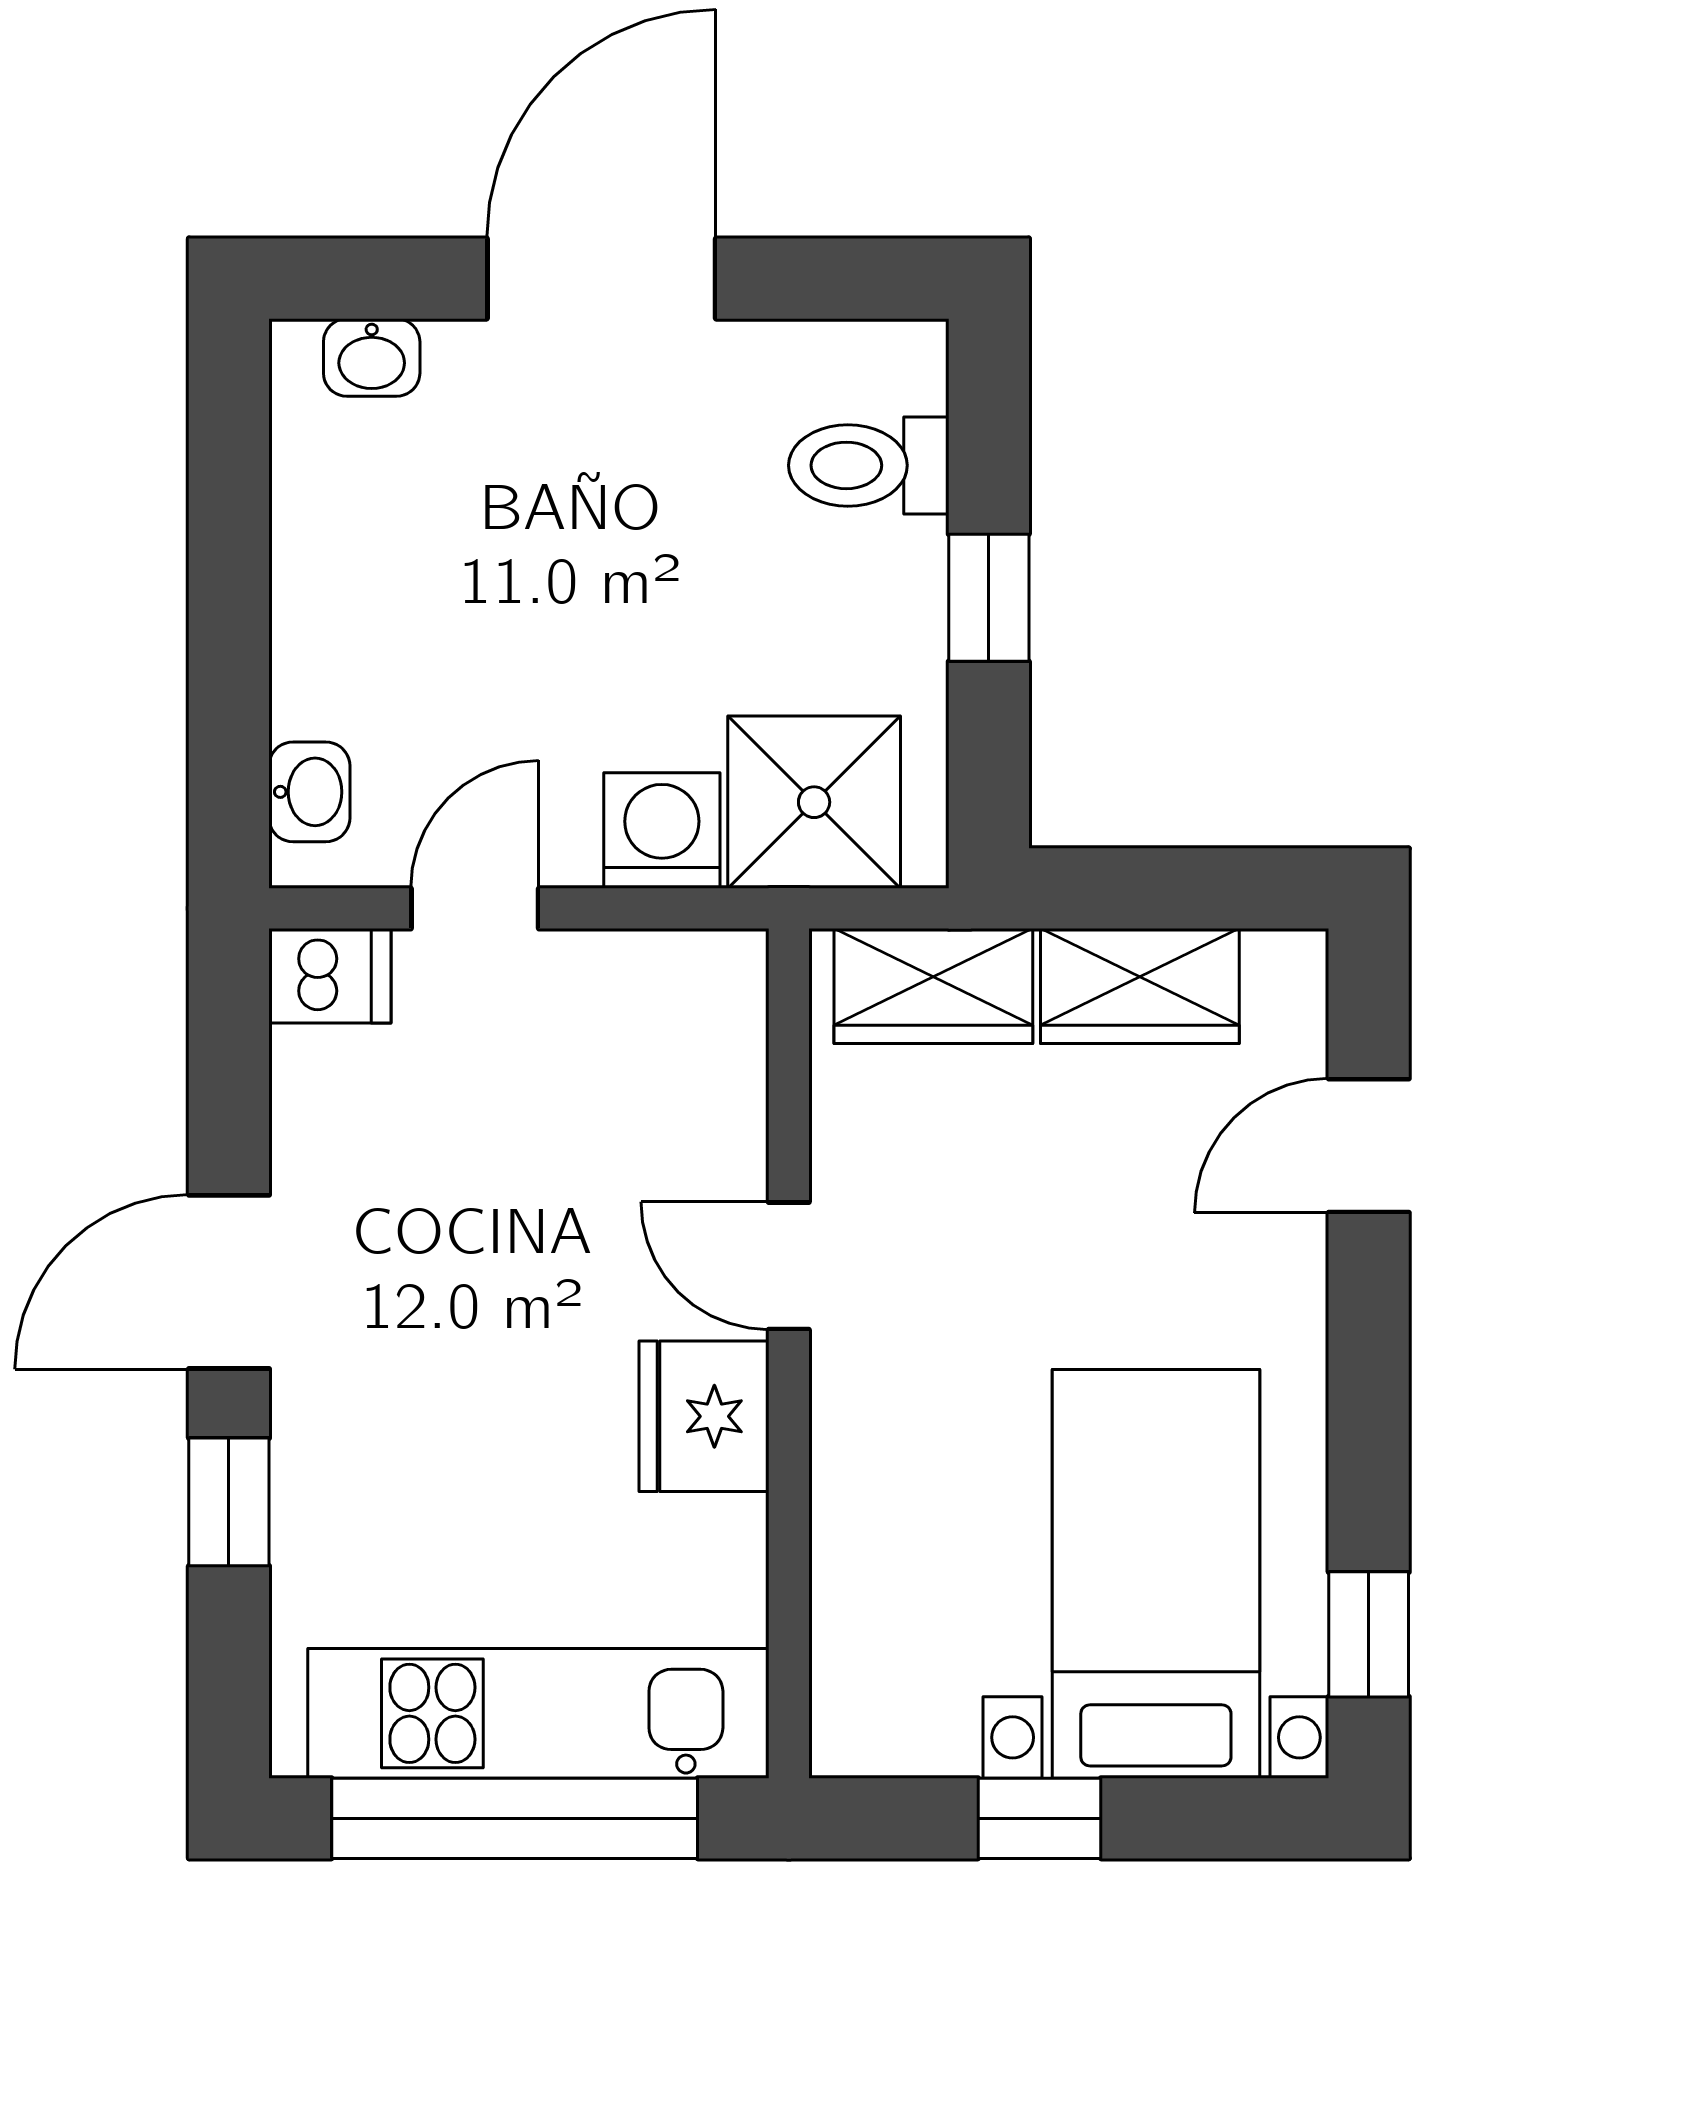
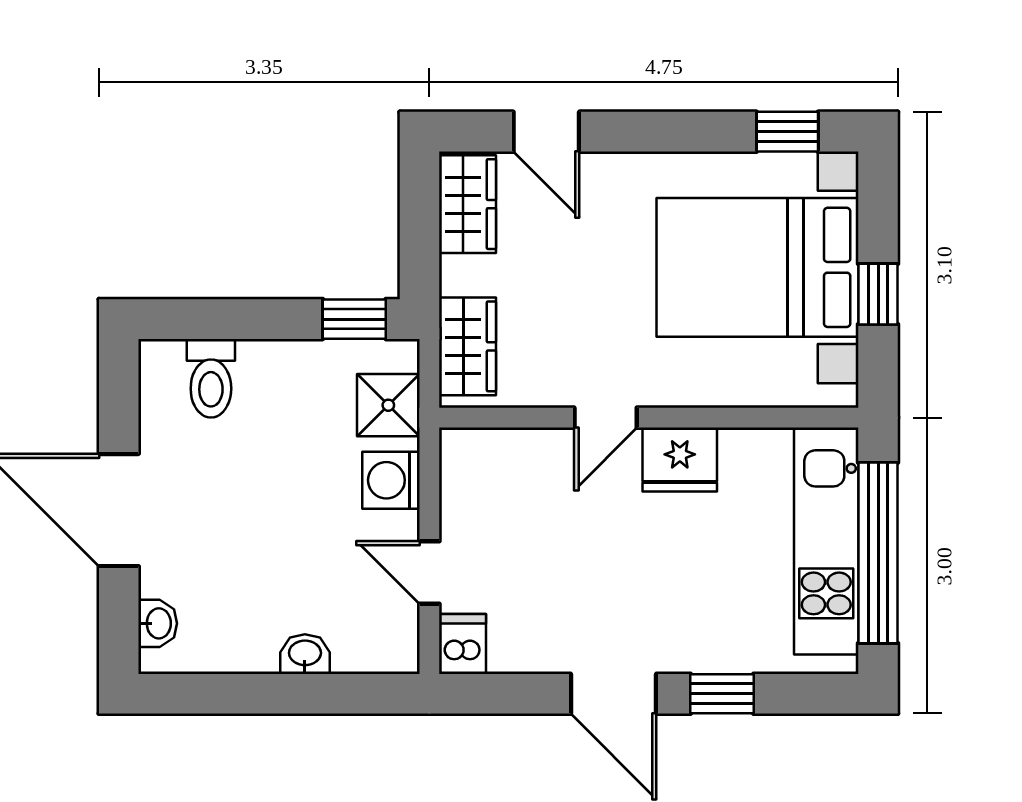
window: (989, 598) -> (354, 319), moved
washbasin: (309, 792) -> (305, 654), moved
shower: (814, 802) -> (388, 405), width x0.73, depth x0.73
wardrobe: (1140, 986) -> (468, 204), moved
bed with nightstands: (1156, 1574) -> (757, 267), width x1.36

